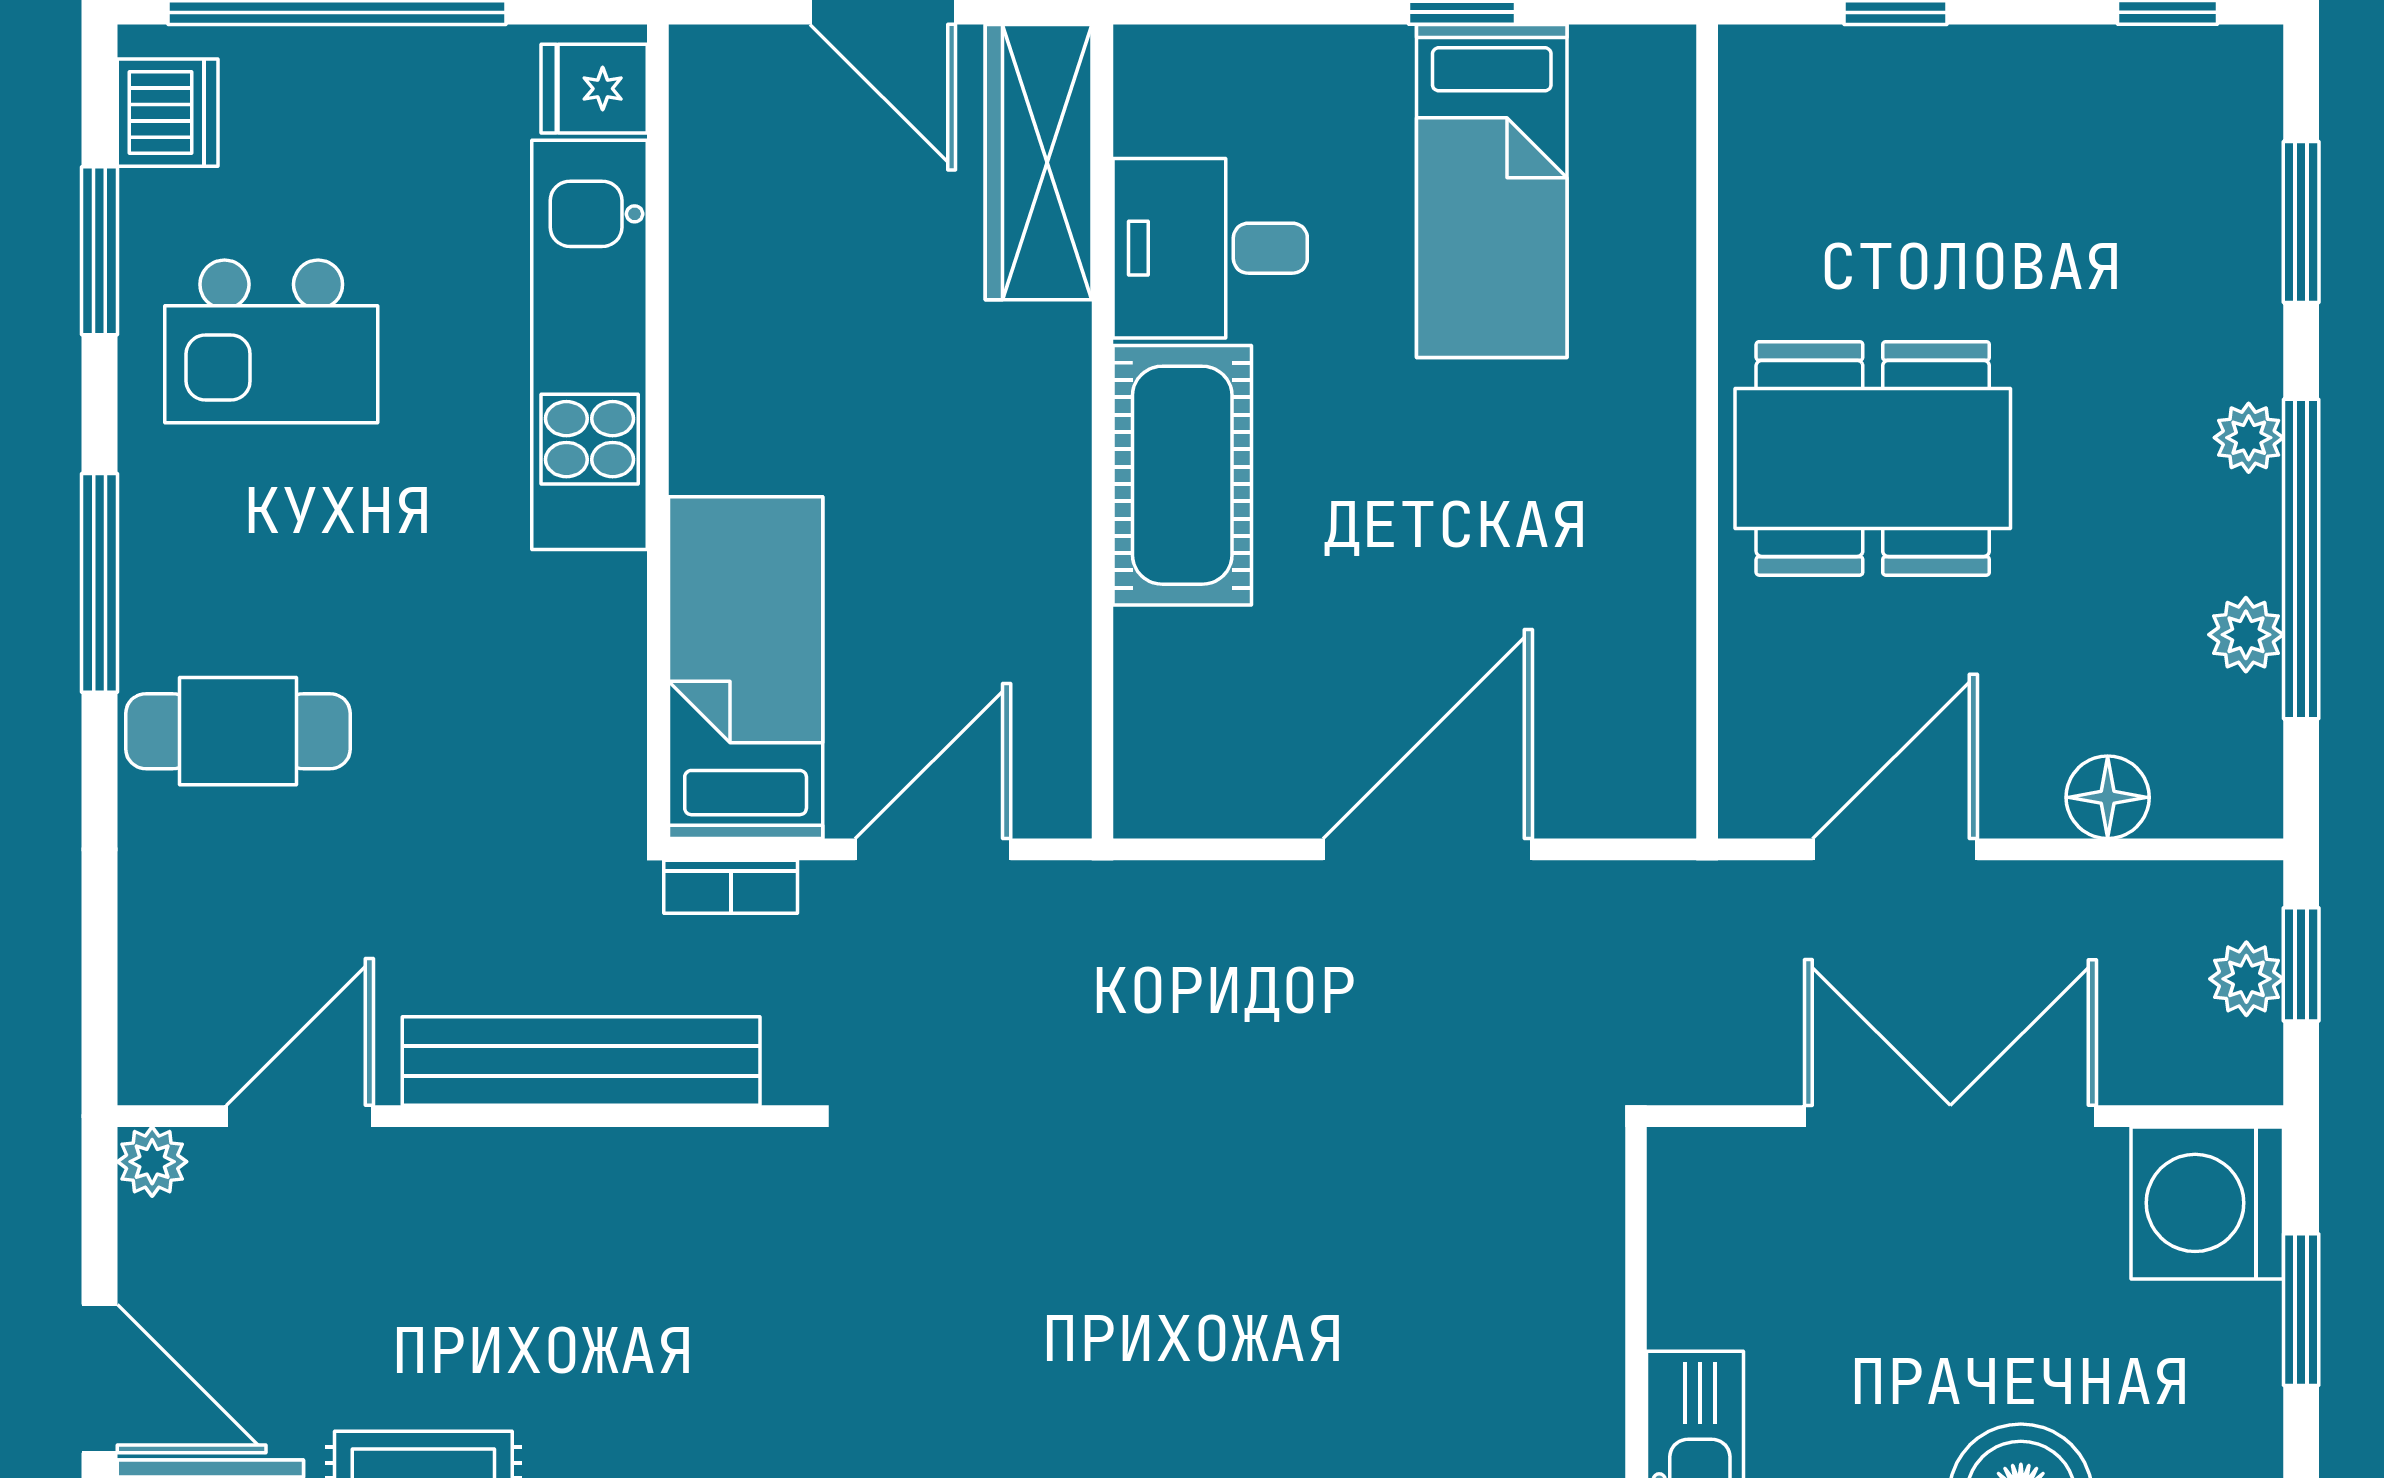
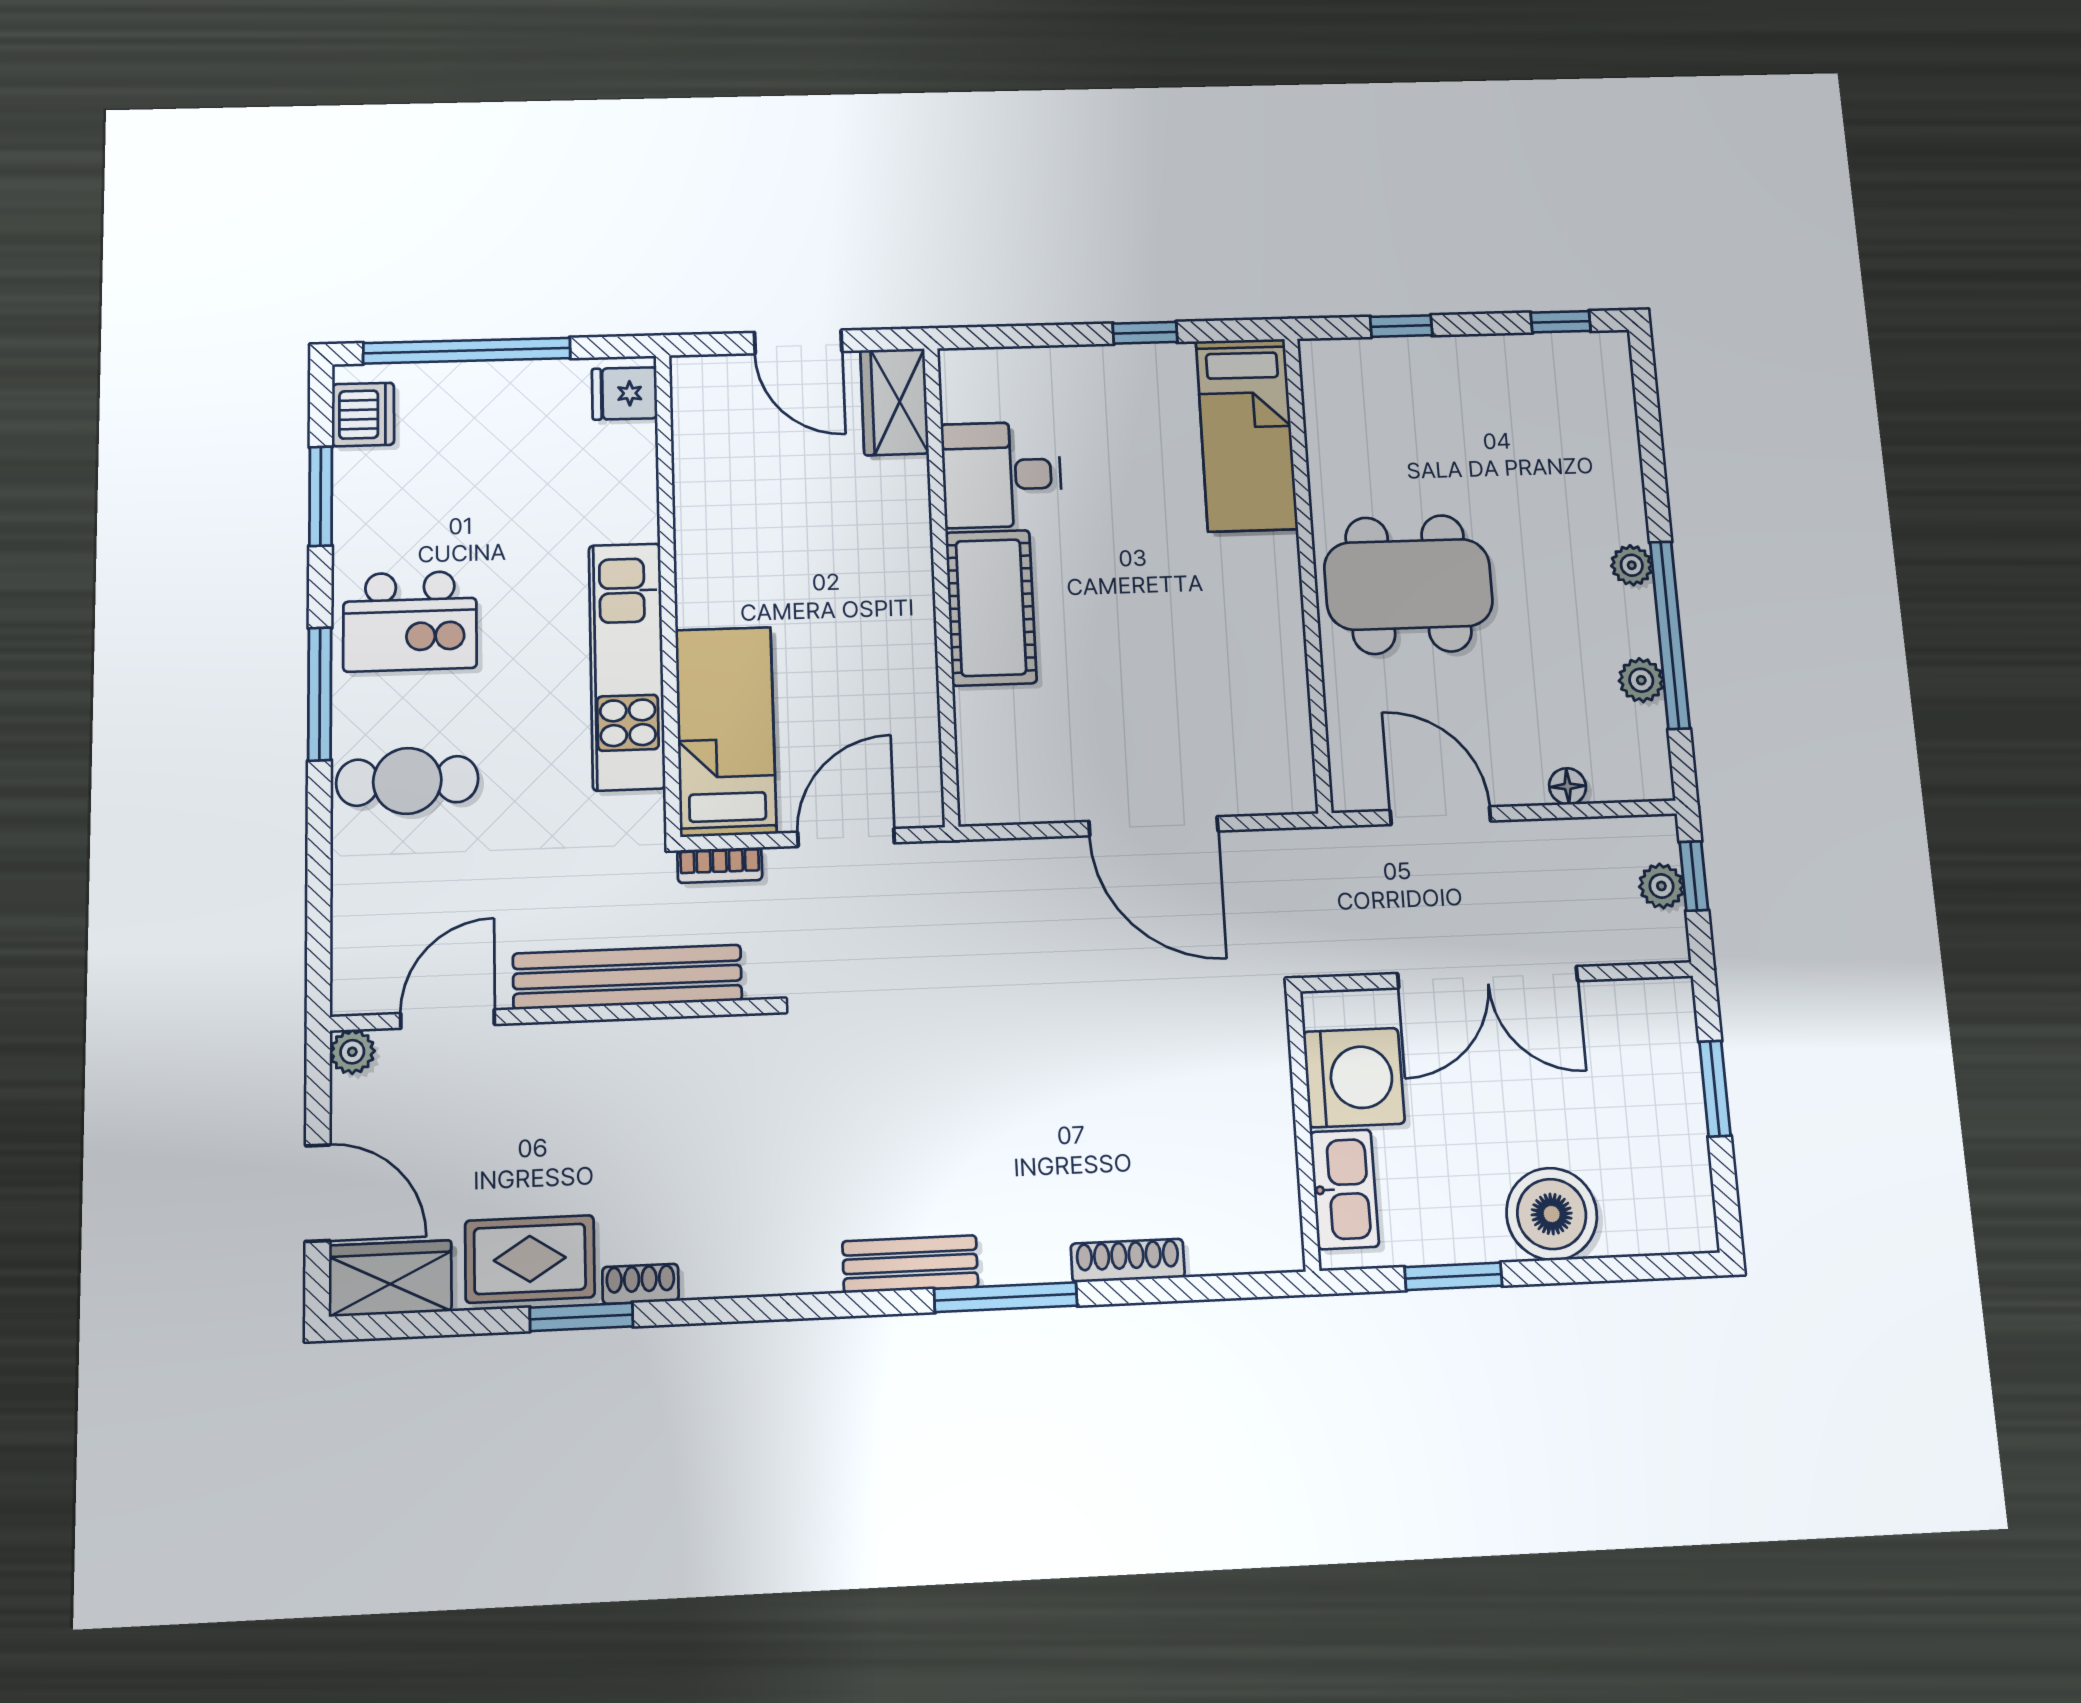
wardrobe: (1039, 162) -> (895, 402), width x0.67
bed: (1492, 191) -> (1247, 435), moved
window: (2301, 222) -> (1651, 441), removed
kitchen island: (271, 341) -> (410, 621), moved
kitchen unit: (590, 345) -> (627, 666), moved
floor lamp: (2108, 797) -> (1568, 786), width x0.73, depth x0.73
door: (1428, 849) -> (1154, 826), swing flipped
door: (1895, 849) -> (1440, 816), hinge flipped
double door: (1950, 1116) -> (1488, 977), swing flipped
washing machine: (2207, 1203) -> (1354, 1078), moved, turned 180

